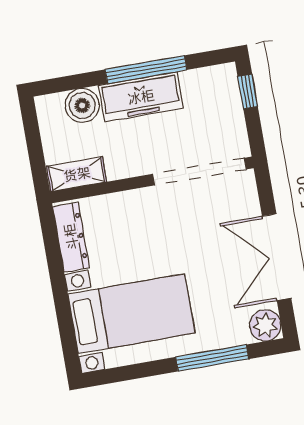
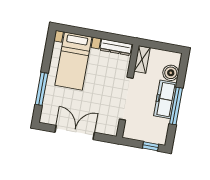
doorway: (199, 172) -> (126, 99), moved
plant: (265, 325) -> (47, 117), removed

